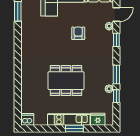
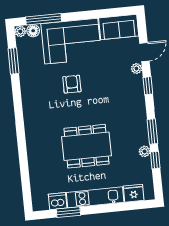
armchair: (78, 33) -> (72, 84), moved
dishwasher: (27, 119) -> (58, 201), moved
window: (74, 129) -> (68, 212), moved

